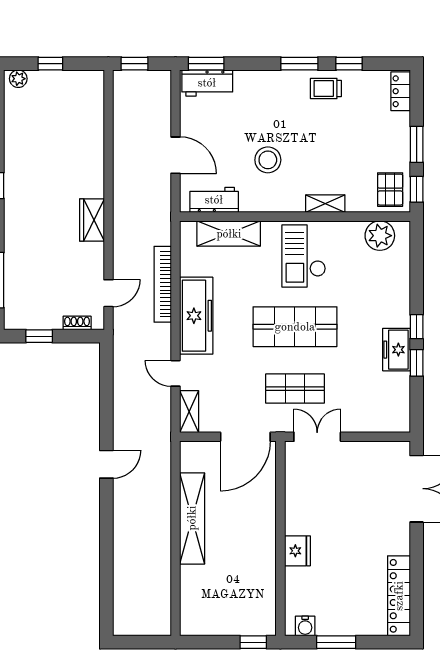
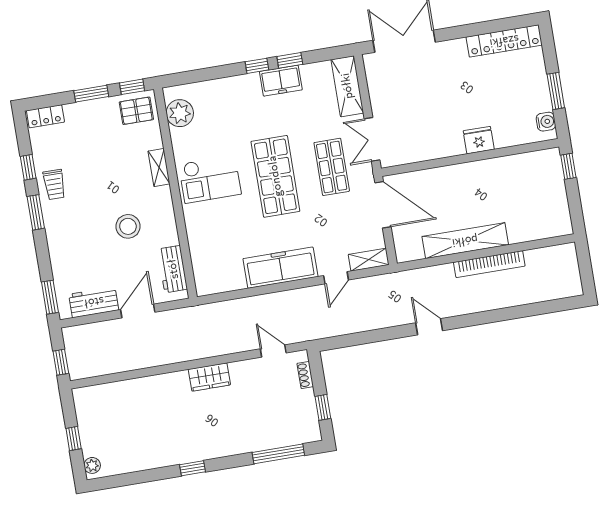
workbench: (207, 83) -> (94, 302), moved, turned -90
shelving: (229, 234) -> (347, 86), moved
bookcase: (163, 284) -> (489, 264), moved

